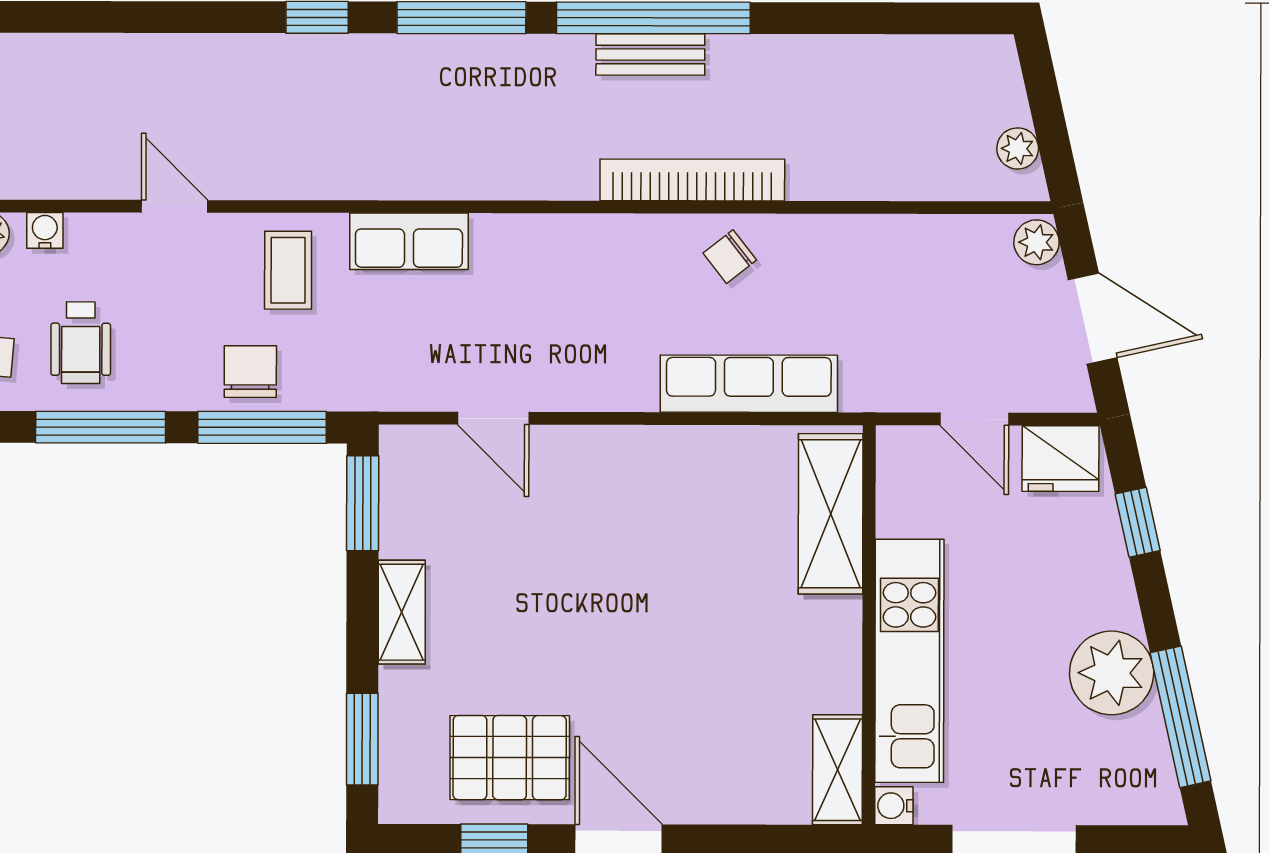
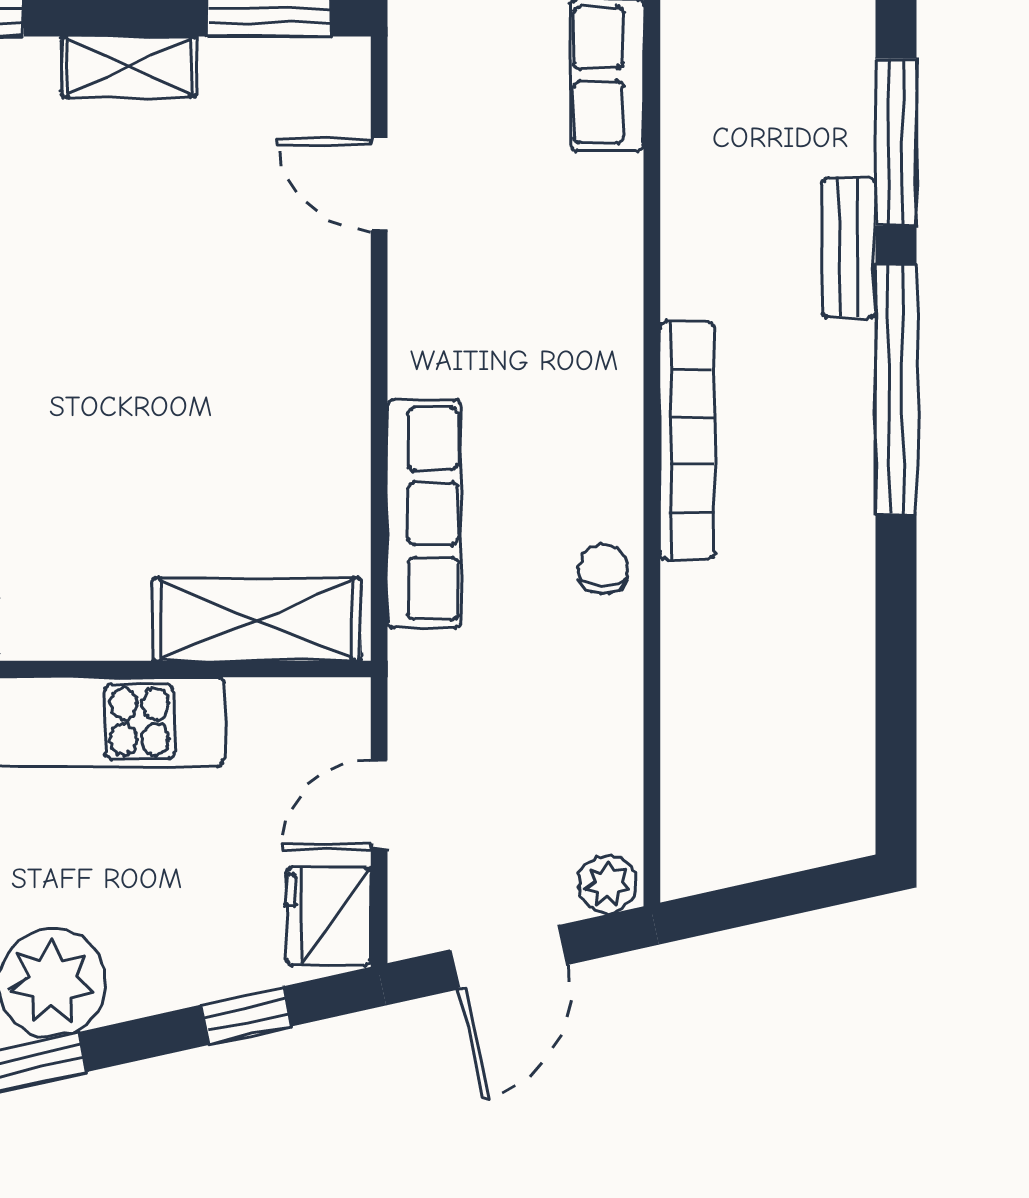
bench: (650, 54) -> (849, 248), moved
plant: (1018, 148) -> (728, 860), removed
chair: (730, 257) -> (603, 569), moved, turned 38
door: (493, 418) -> (379, 184), hinge flipped

